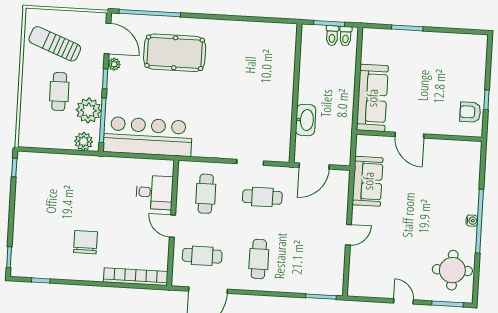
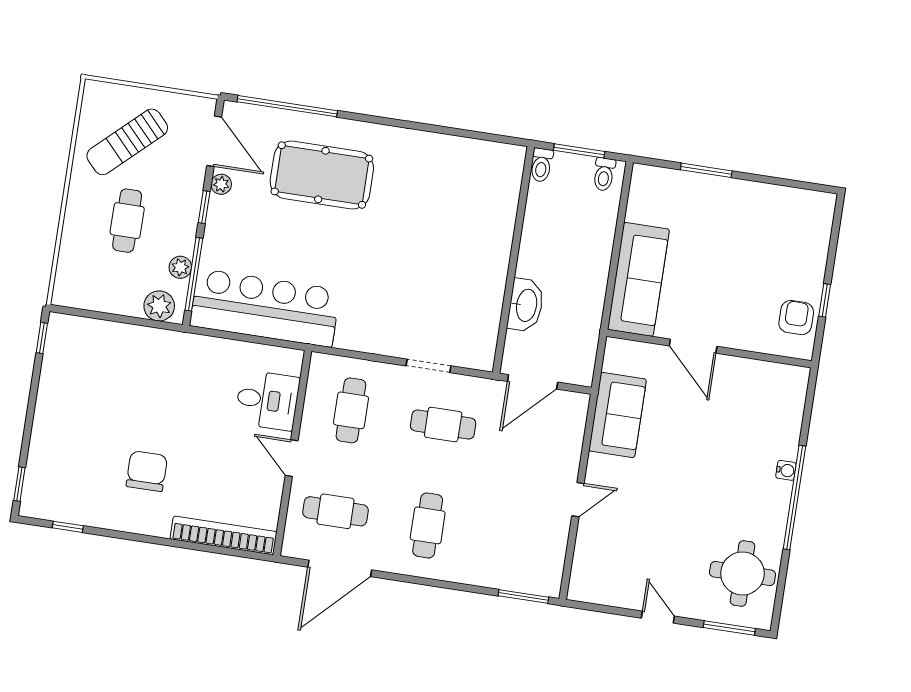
toilet: (332, 36) -> (541, 165), moved
sun lounger: (55, 44) -> (127, 142), turned -64
plant: (89, 110) -> (180, 267), width x0.53, depth x0.53
armchair: (470, 112) -> (796, 318), turned 90
water cooler: (472, 221) -> (786, 470), moved

